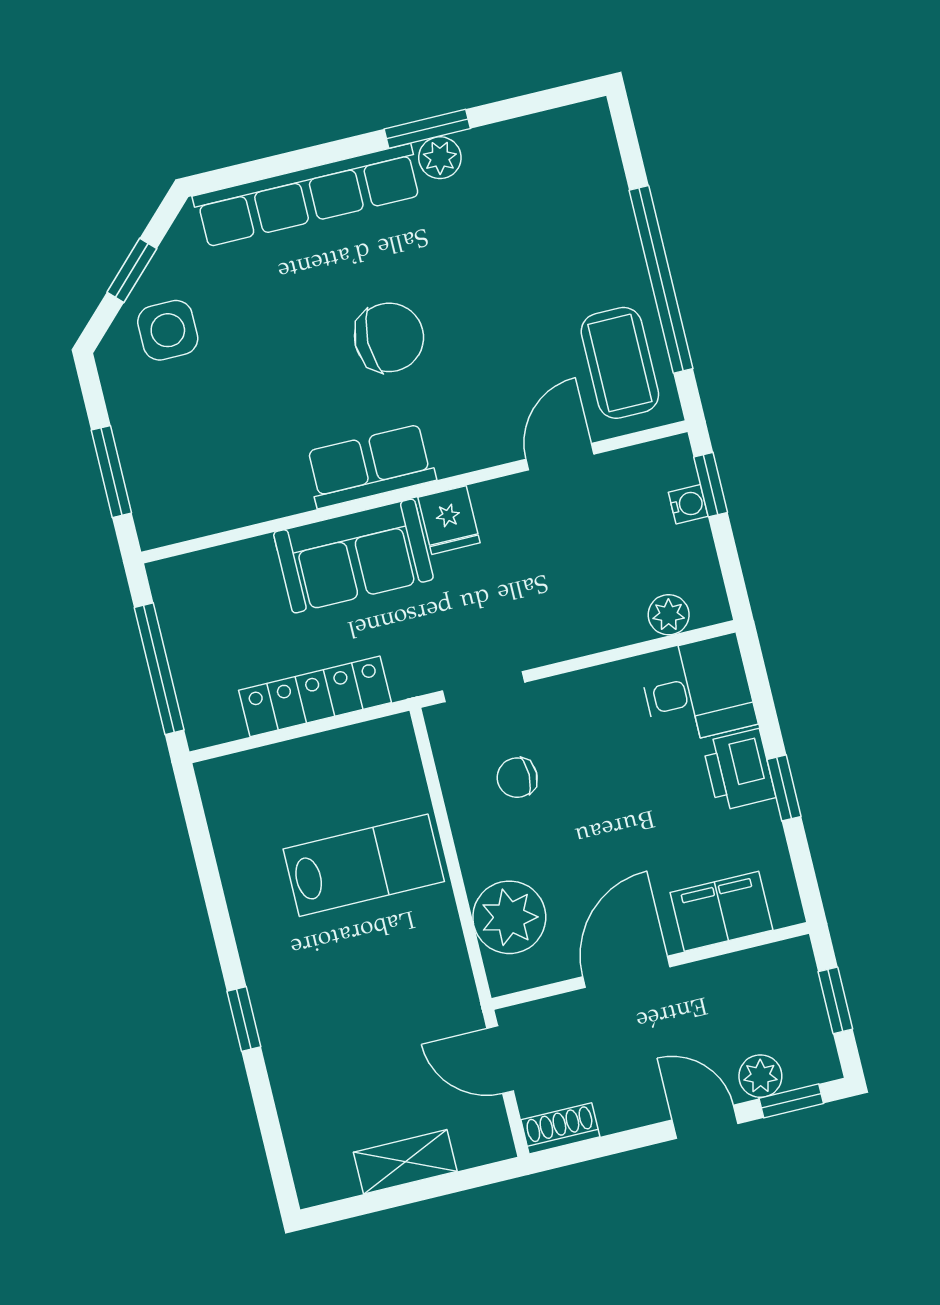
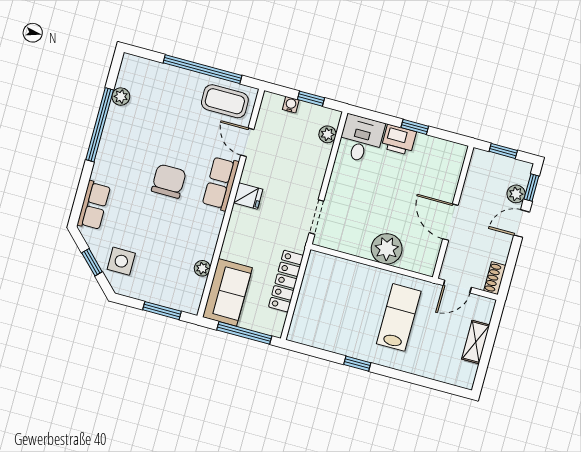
window: (427, 129) -> (100, 125), width x2.11
plant: (440, 158) -> (121, 97), moved
row of seats: (308, 196) -> (94, 205), width x0.50
row of seats: (370, 466) -> (221, 183), moved
window: (711, 485) -> (311, 99), moved
plant: (246, 507) -> (202, 268), added
sofa: (353, 556) -> (227, 292), moved
chair: (517, 778) -> (357, 223), removed
lab bench: (364, 865) -> (399, 317), moved
filing cabinet: (721, 911) -> (447, 175), removed
plant: (509, 917) -> (387, 249), moved
window: (244, 1019) -> (357, 364), moved

